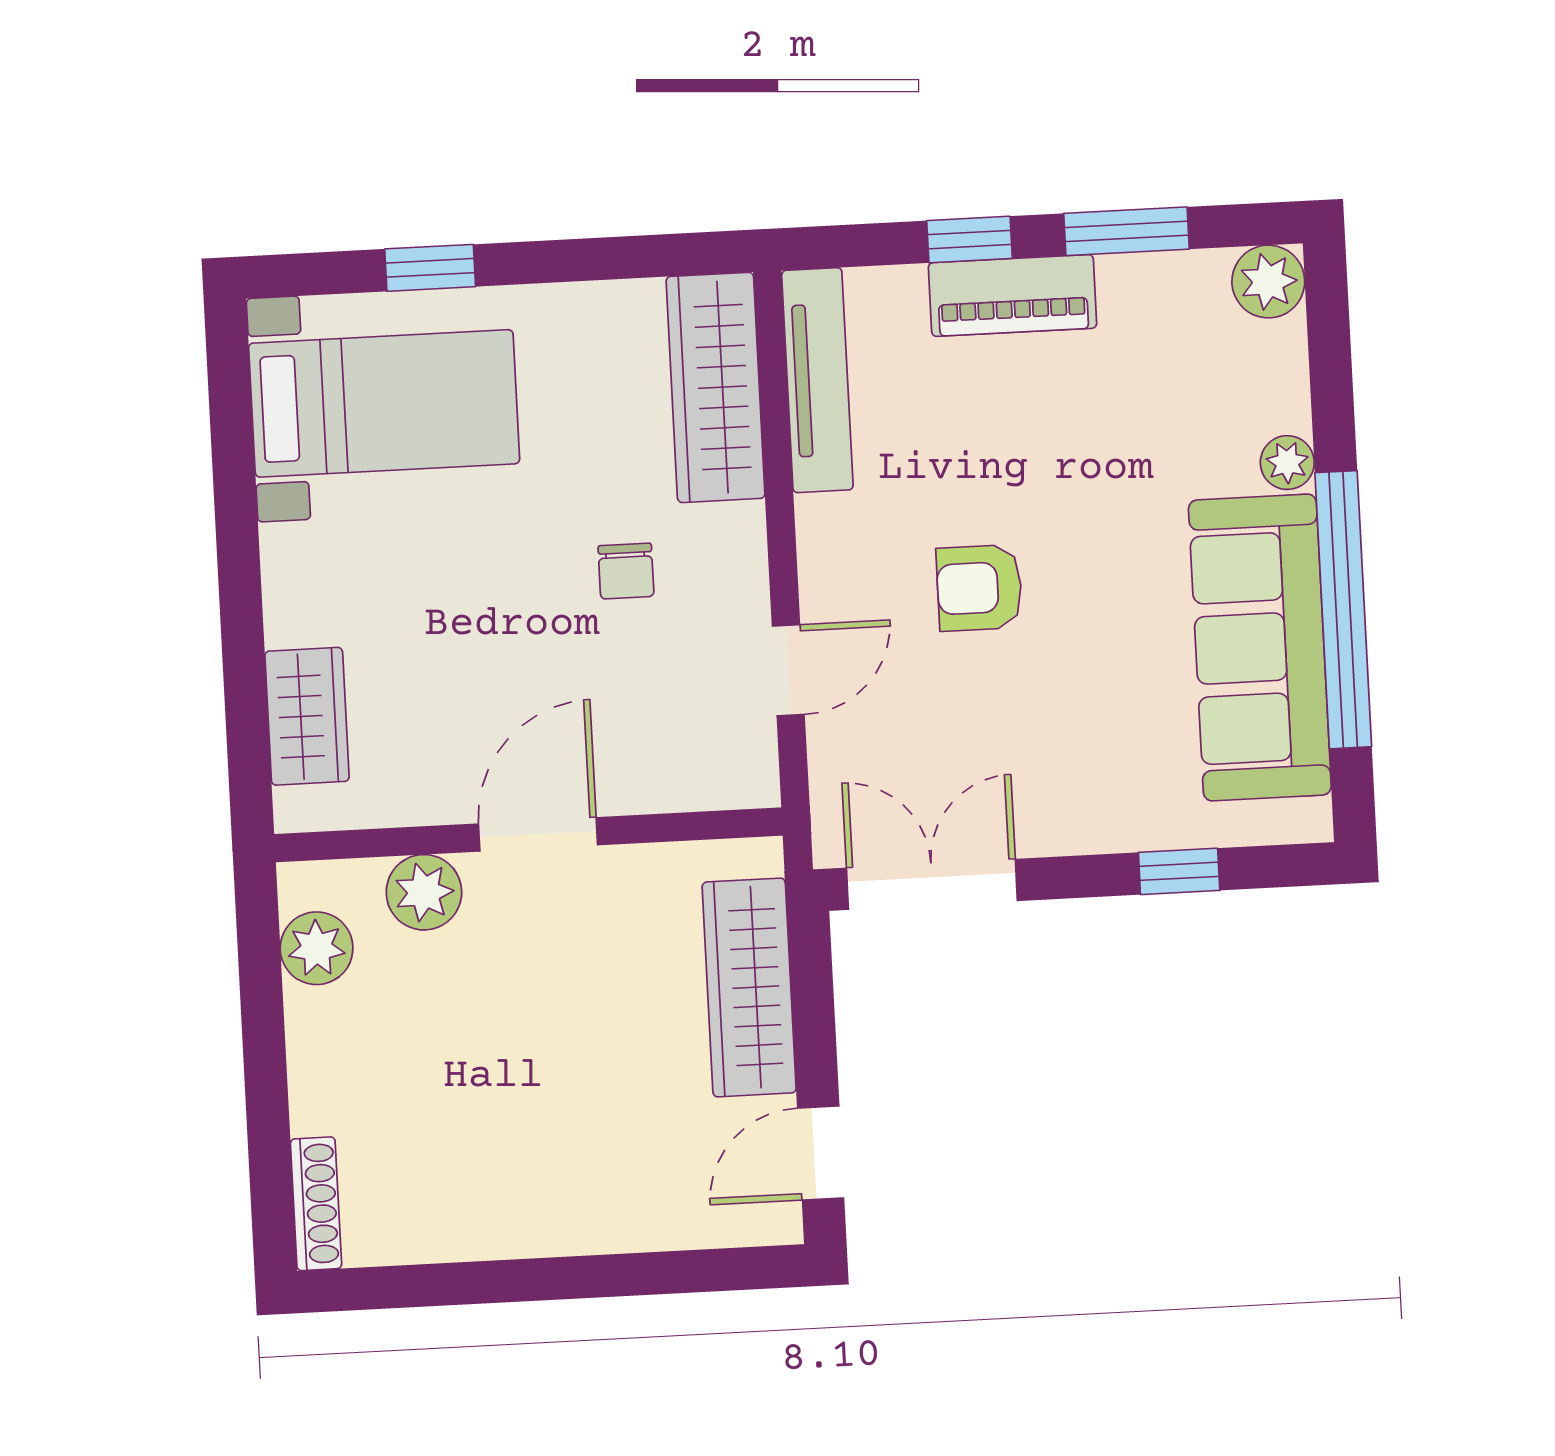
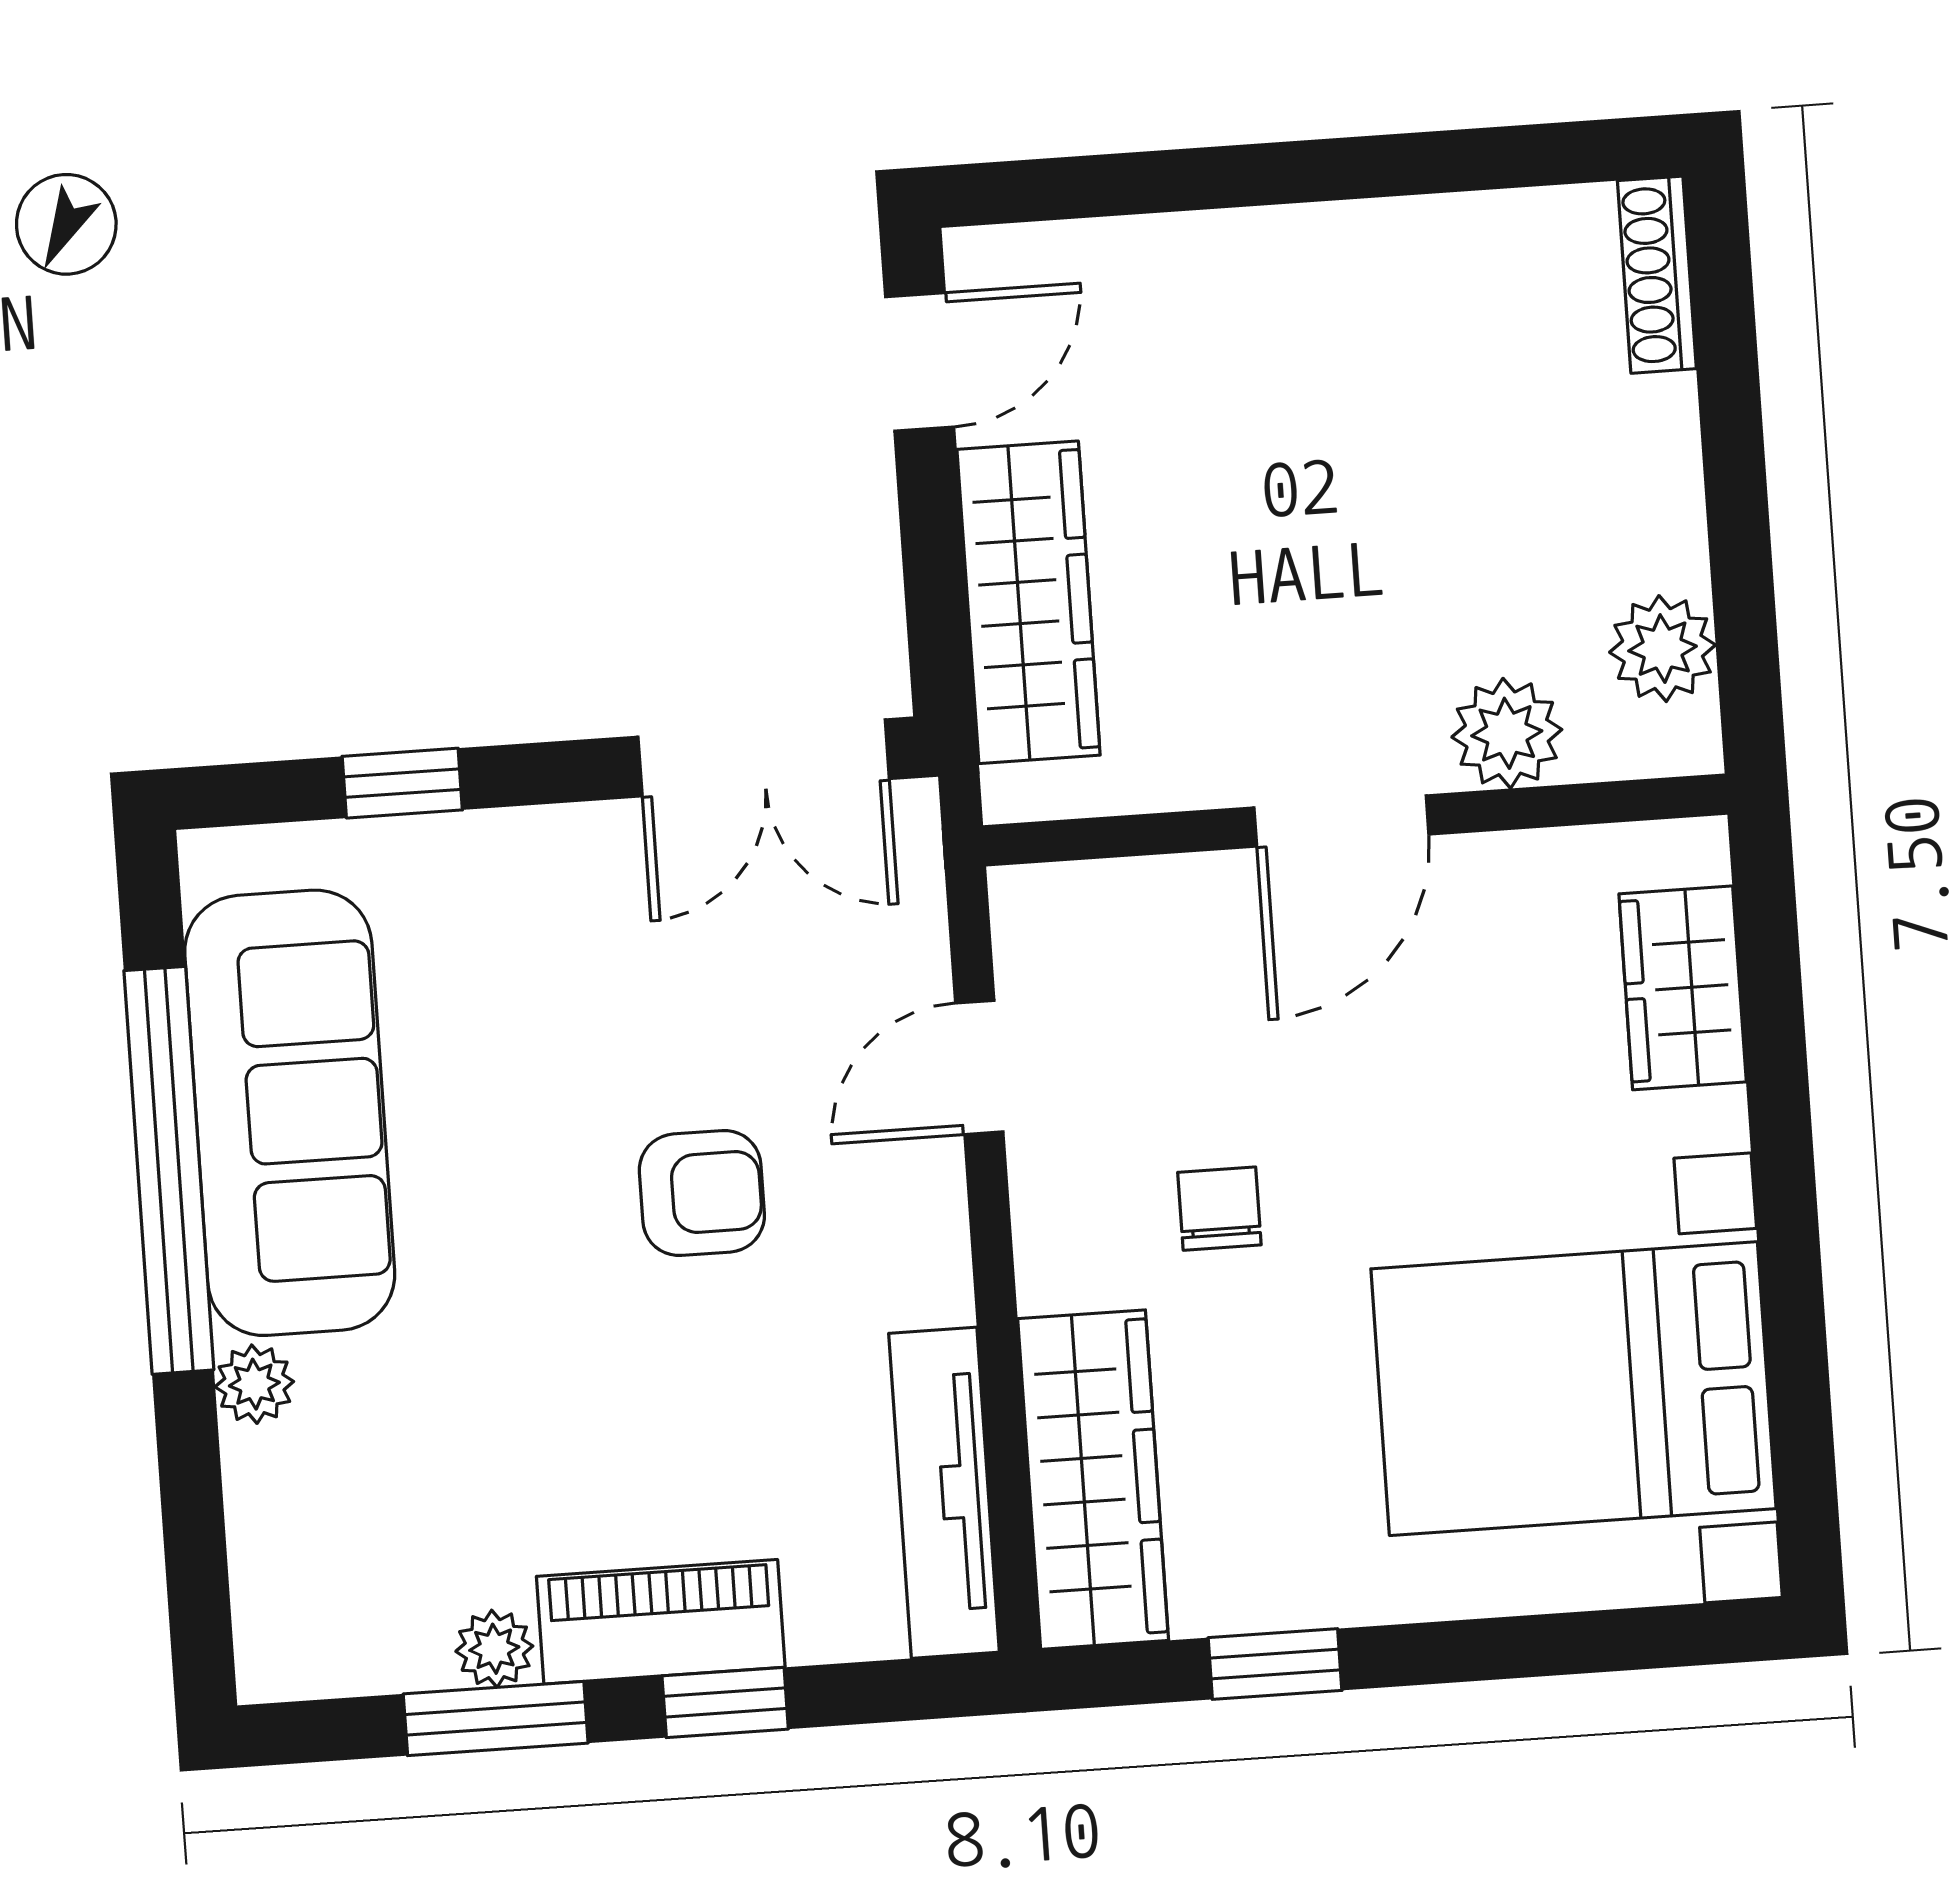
window: (430, 268) -> (1275, 1664), moved
plant: (1268, 282) -> (494, 1649), moved, width x0.73, depth x0.73
bed with nightstands: (384, 403) -> (1573, 1389), width x1.36

